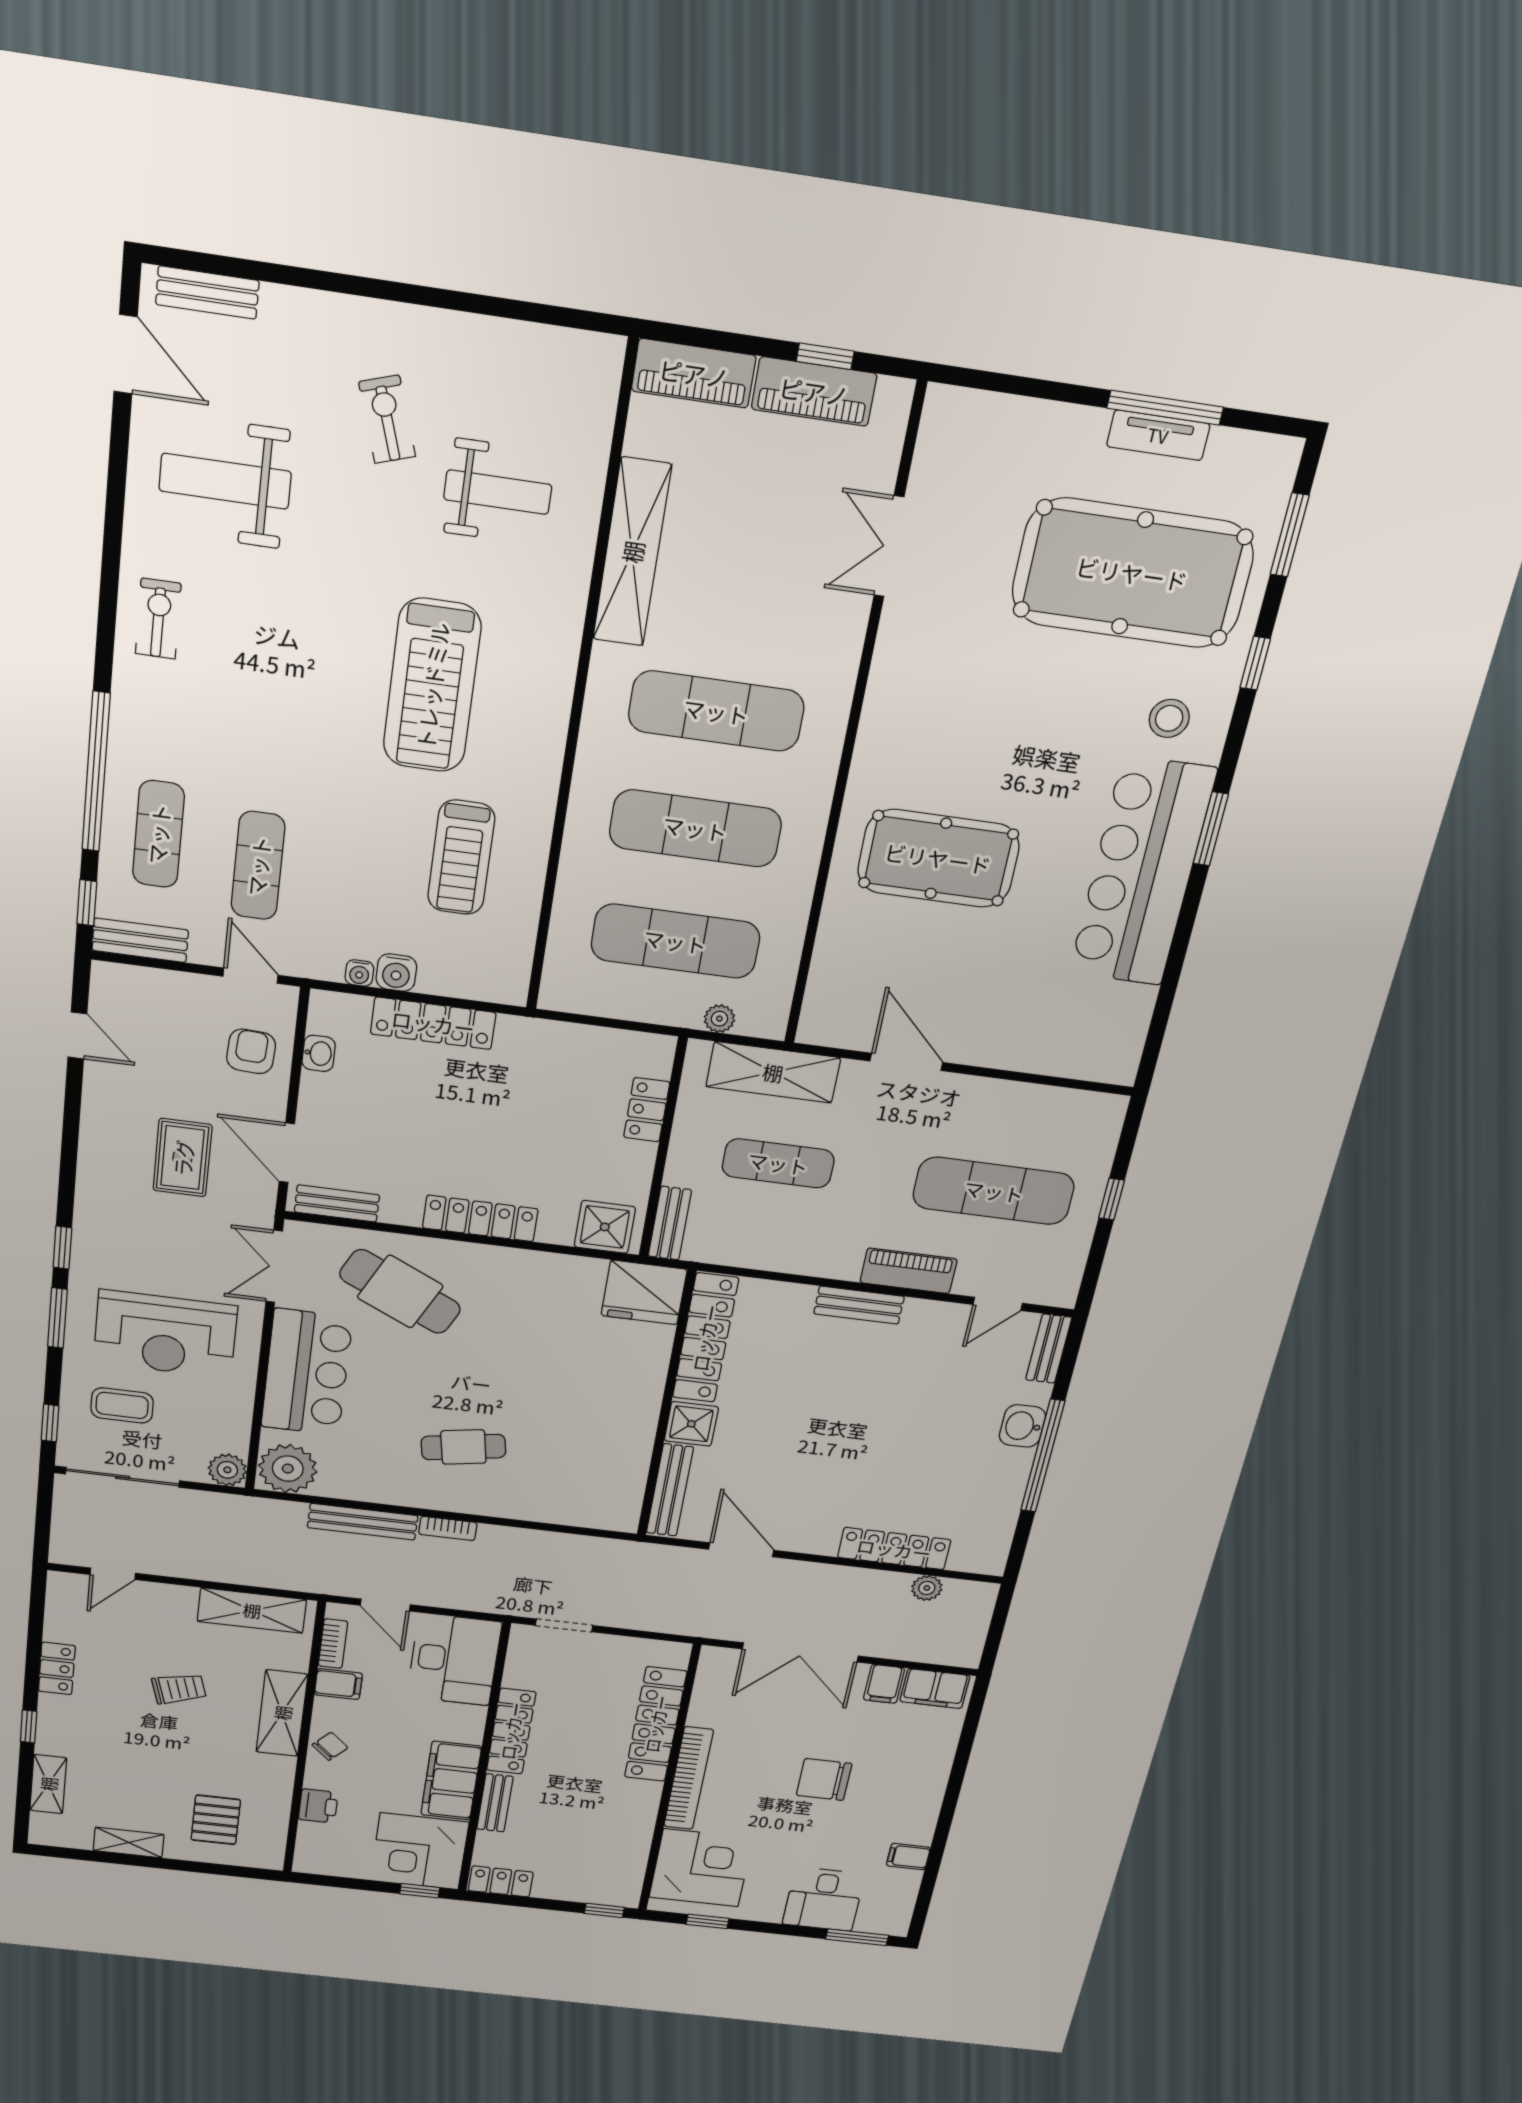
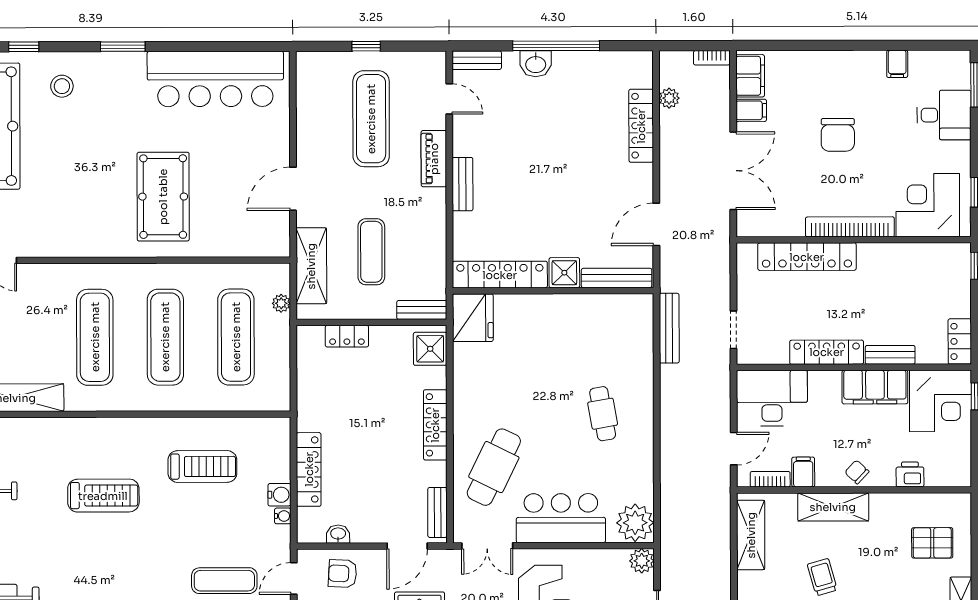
treadmill: (432, 686) -> (103, 496), width x0.73, depth x0.73
bar counter: (1142, 872) -> (215, 79), moved
bench: (363, 1522) -> (669, 328), moved
bookcase: (448, 1528) -> (712, 58), moved, turned 90

